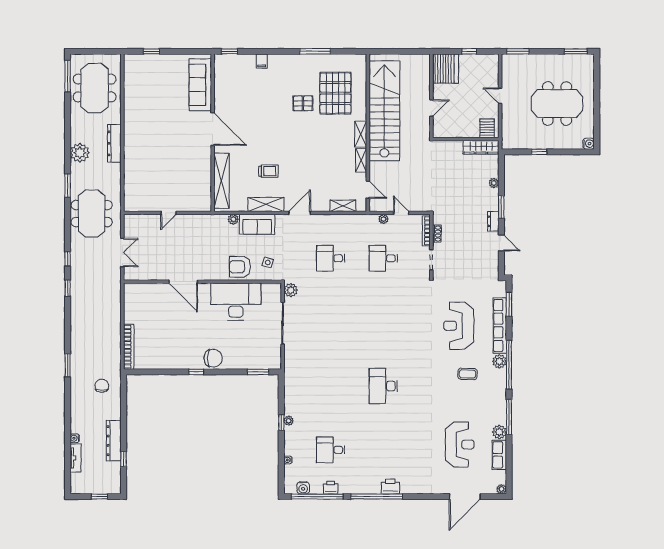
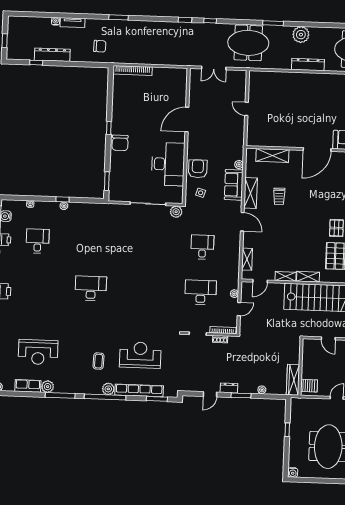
shelving: (221, 181) -> (272, 156), width x0.68
desk: (383, 258) -> (201, 292), width x1.37
tv unit: (76, 458) -> (73, 23), moved

